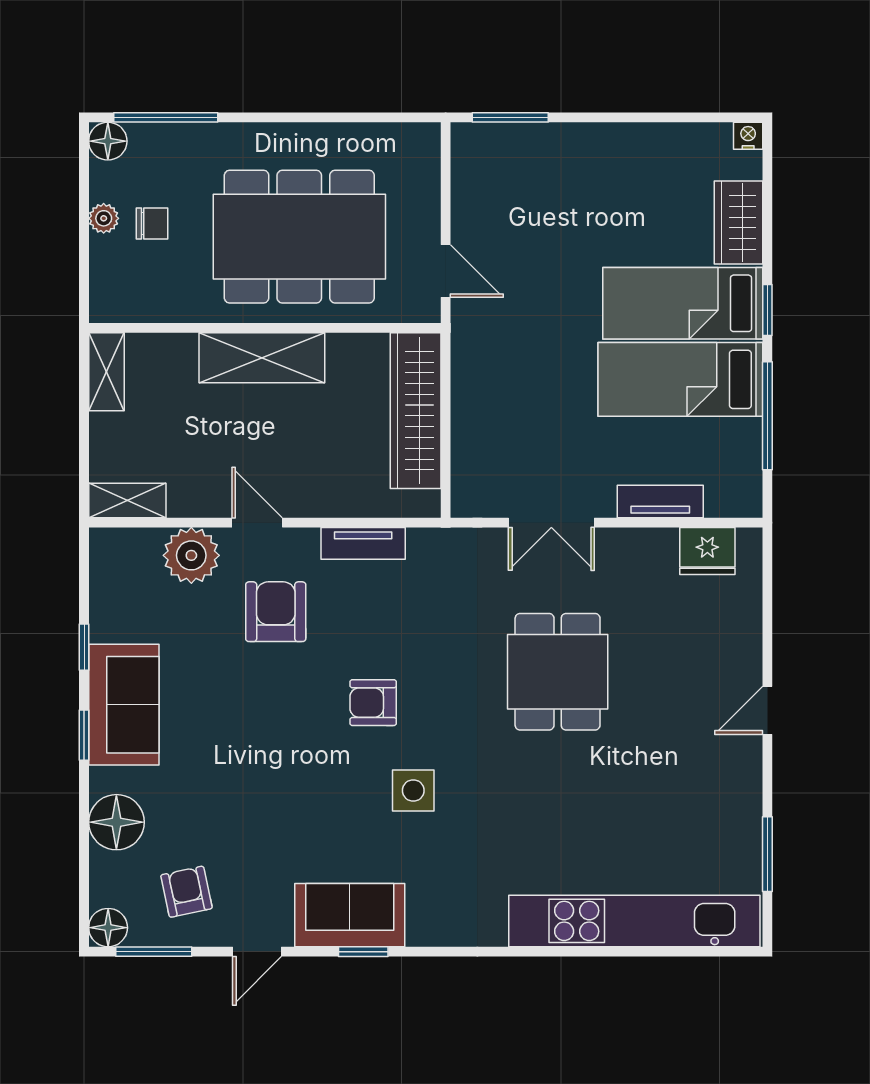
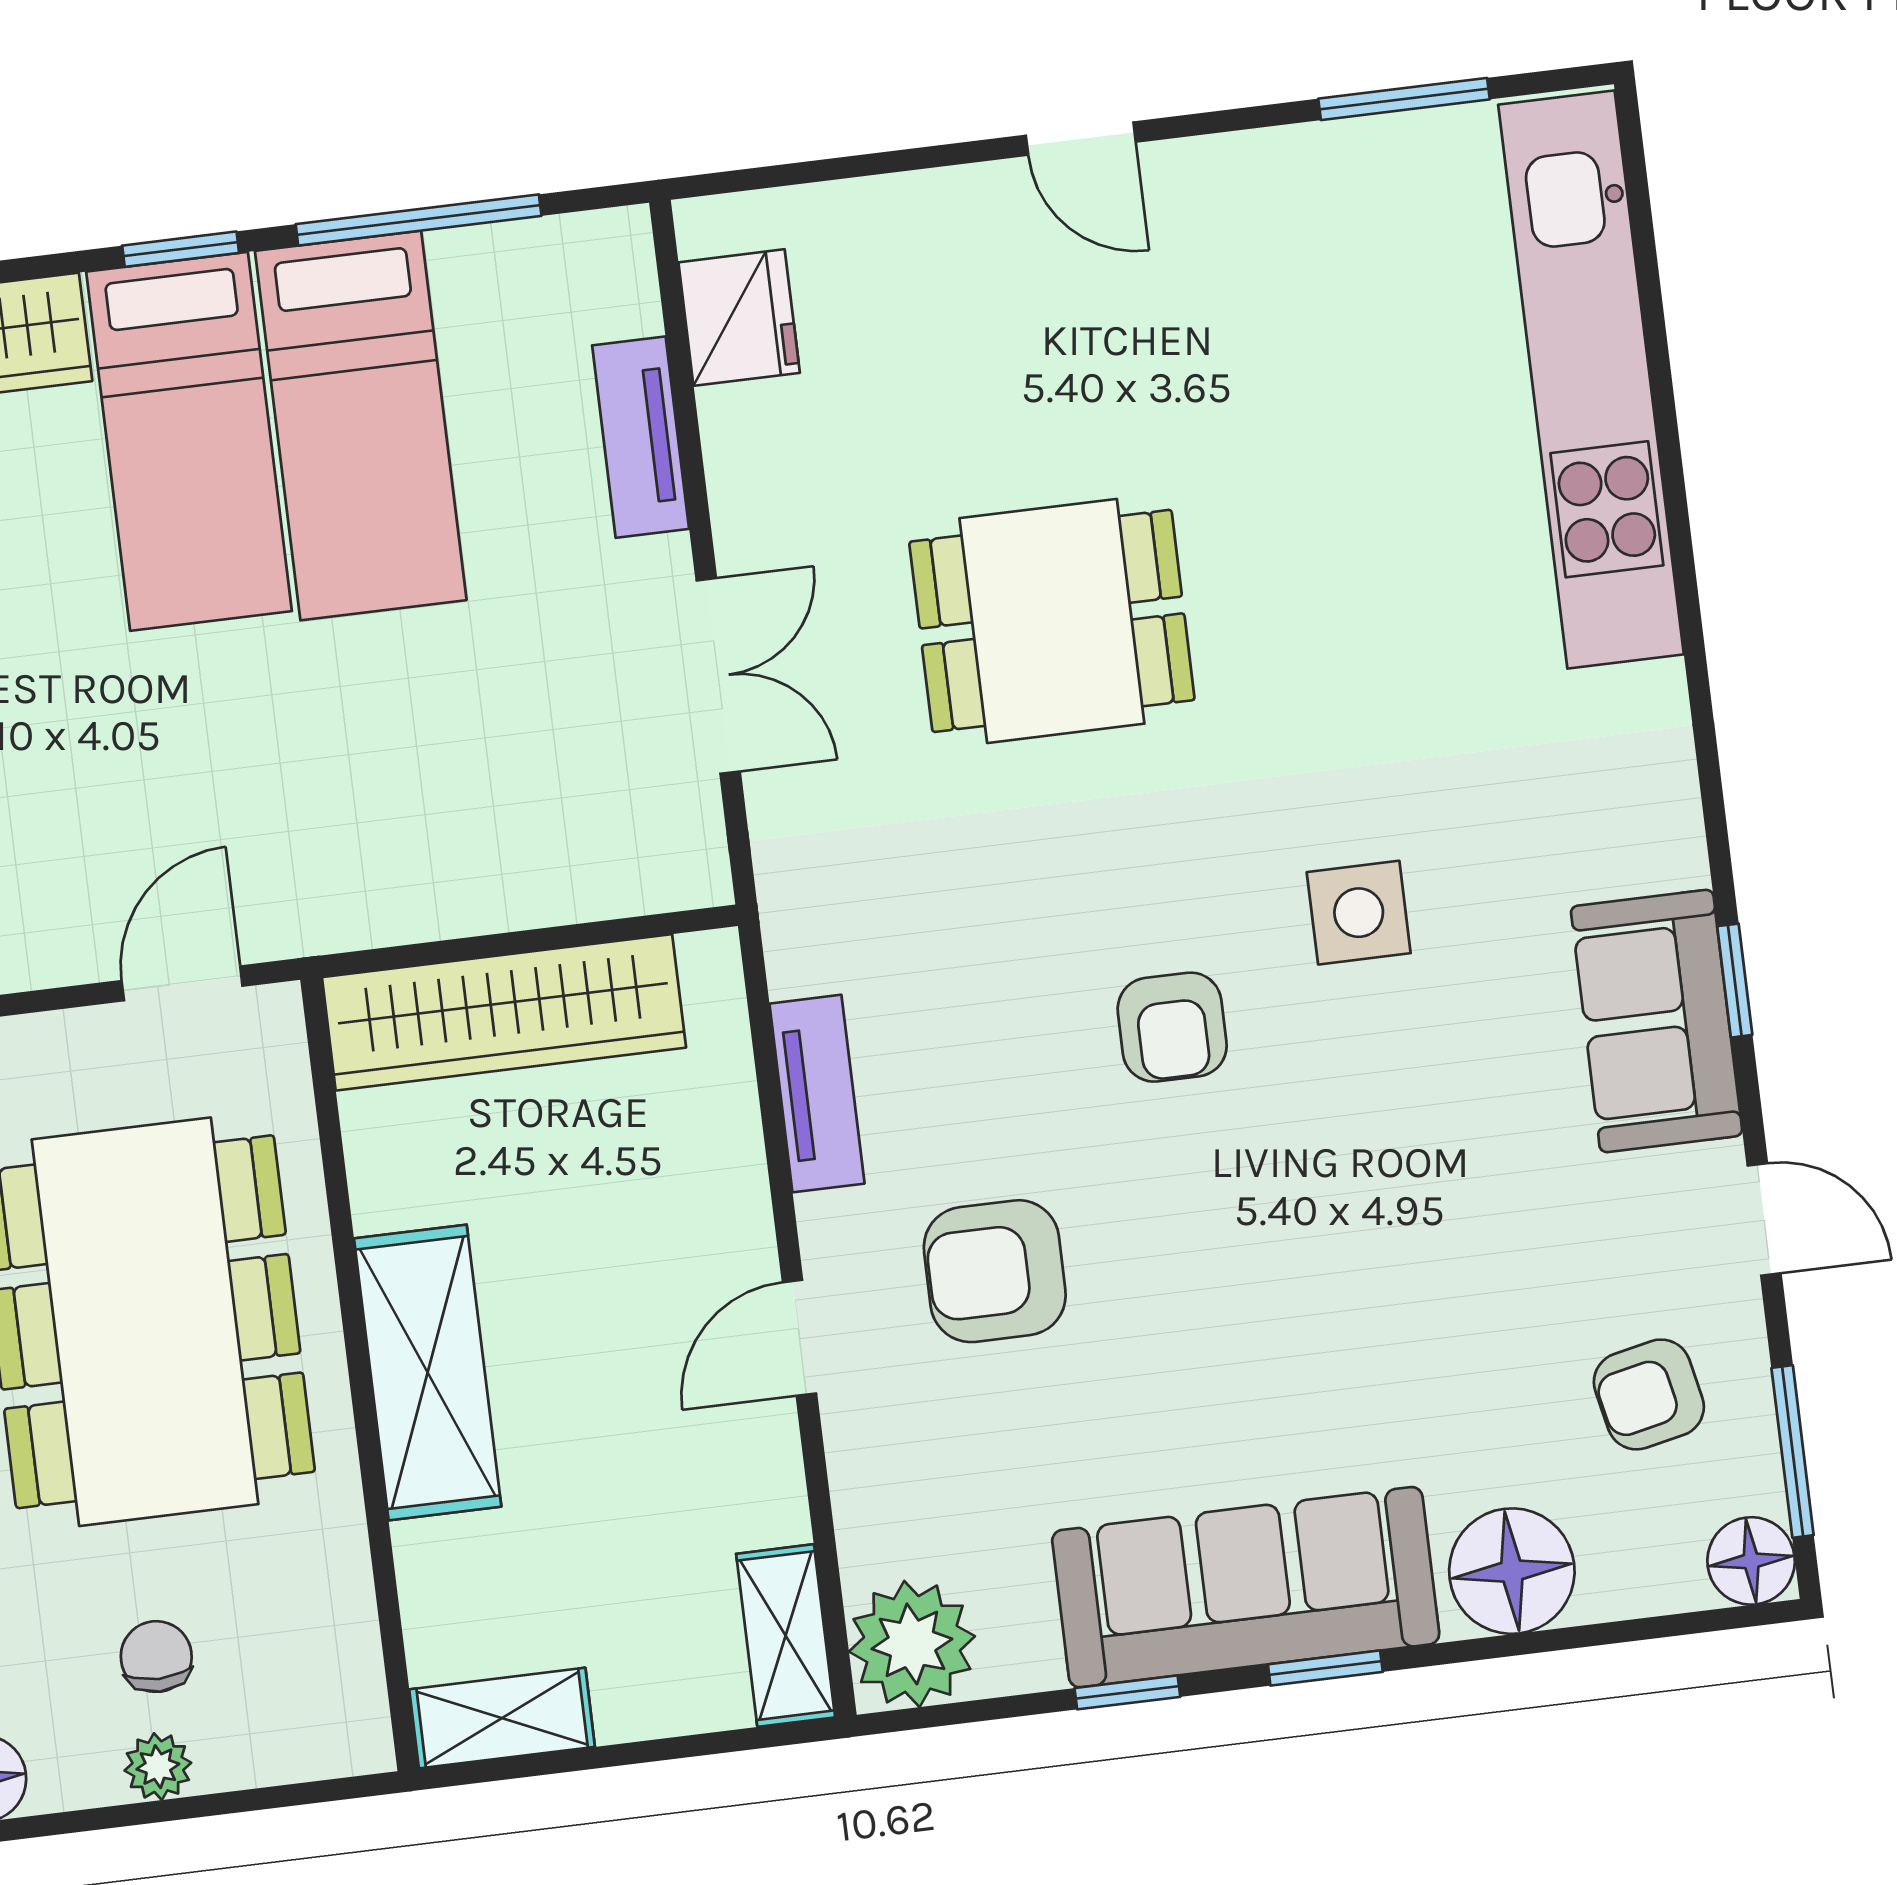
plant: (191, 555) -> (912, 1644), moved
sofa: (124, 705) -> (1246, 1587), width x1.36

